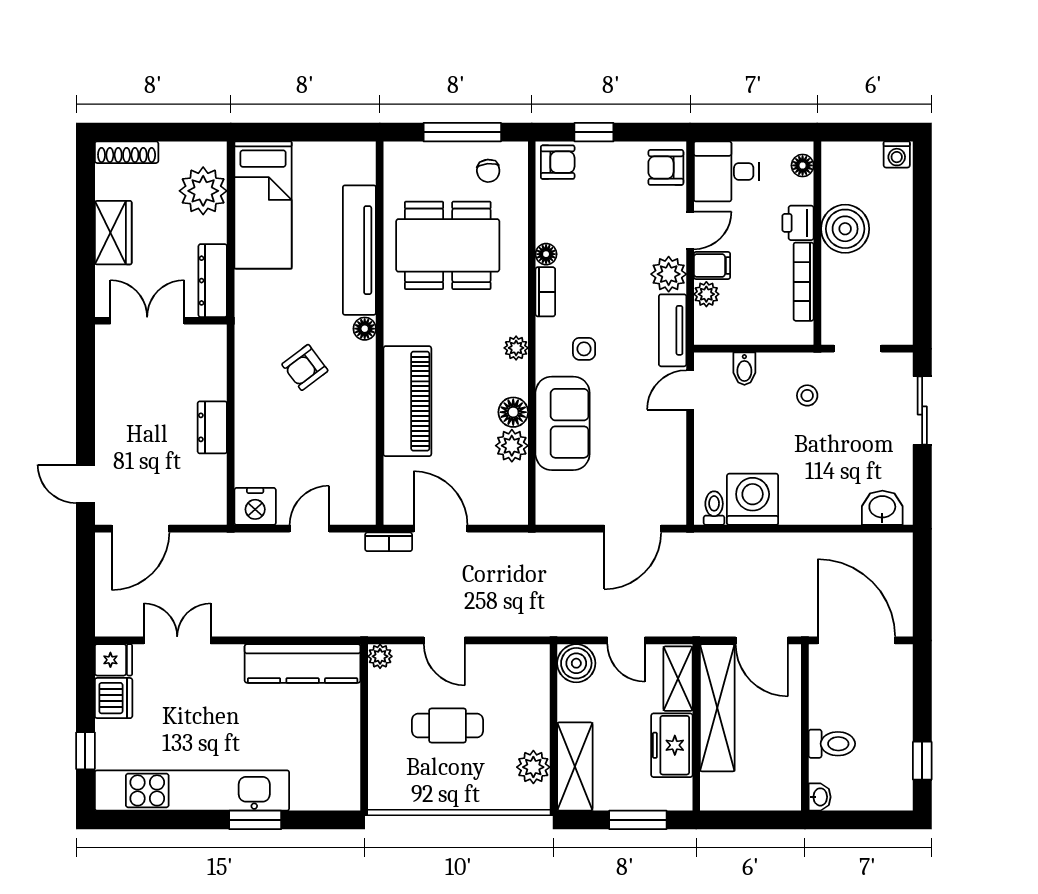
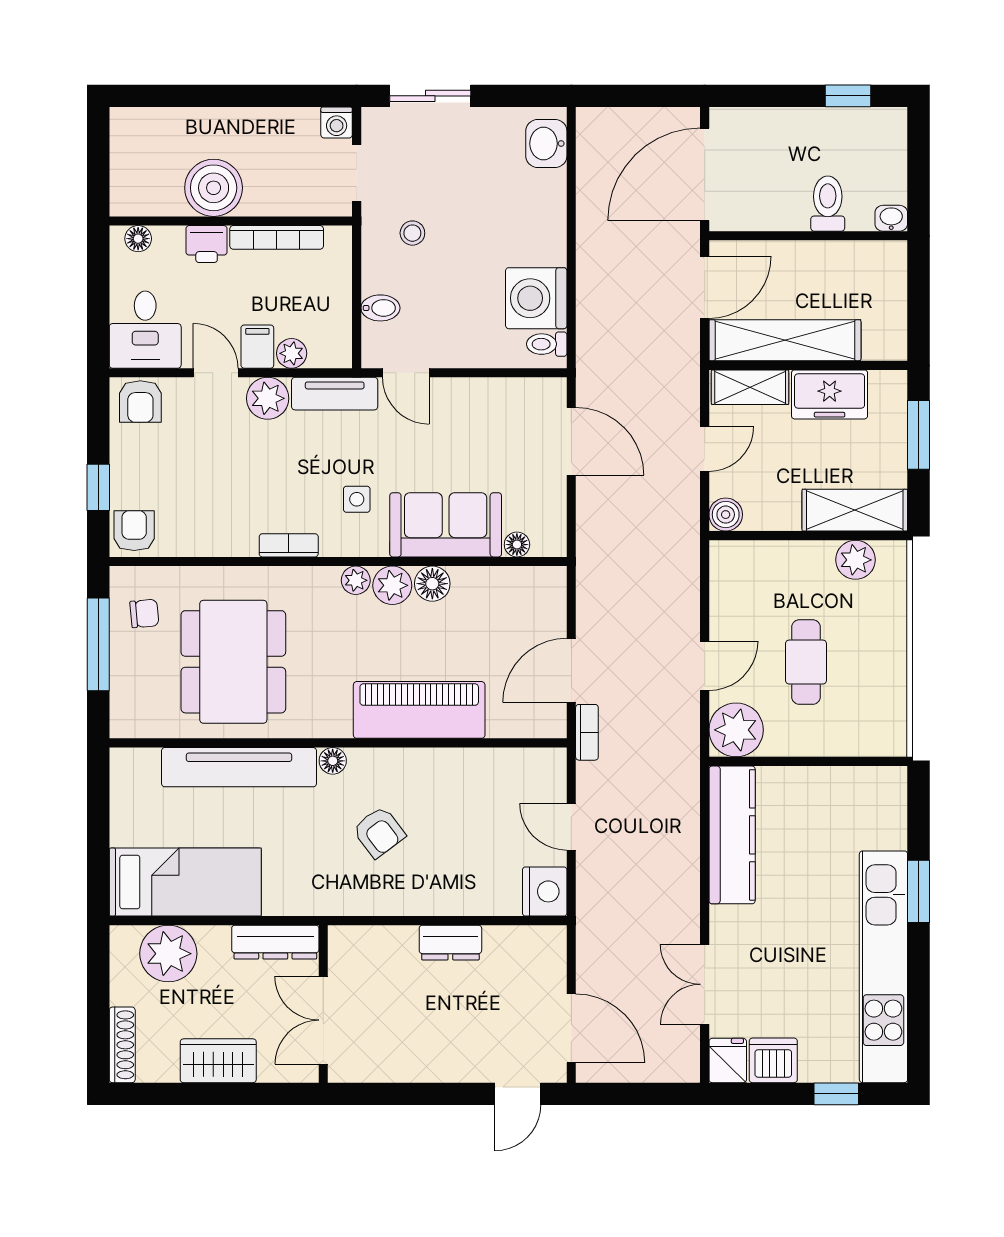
washing machine: (897, 154) -> (337, 123), moved, turned 90
floor lamp: (546, 254) -> (517, 545), moved
plant: (512, 446) -> (392, 585), moved
plant: (380, 656) -> (736, 730), width x1.88, depth x1.88
boiler: (576, 663) -> (726, 515), width x0.73, depth x0.73

